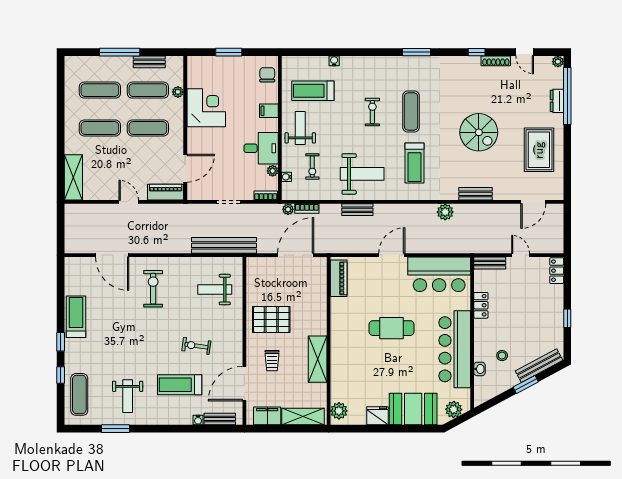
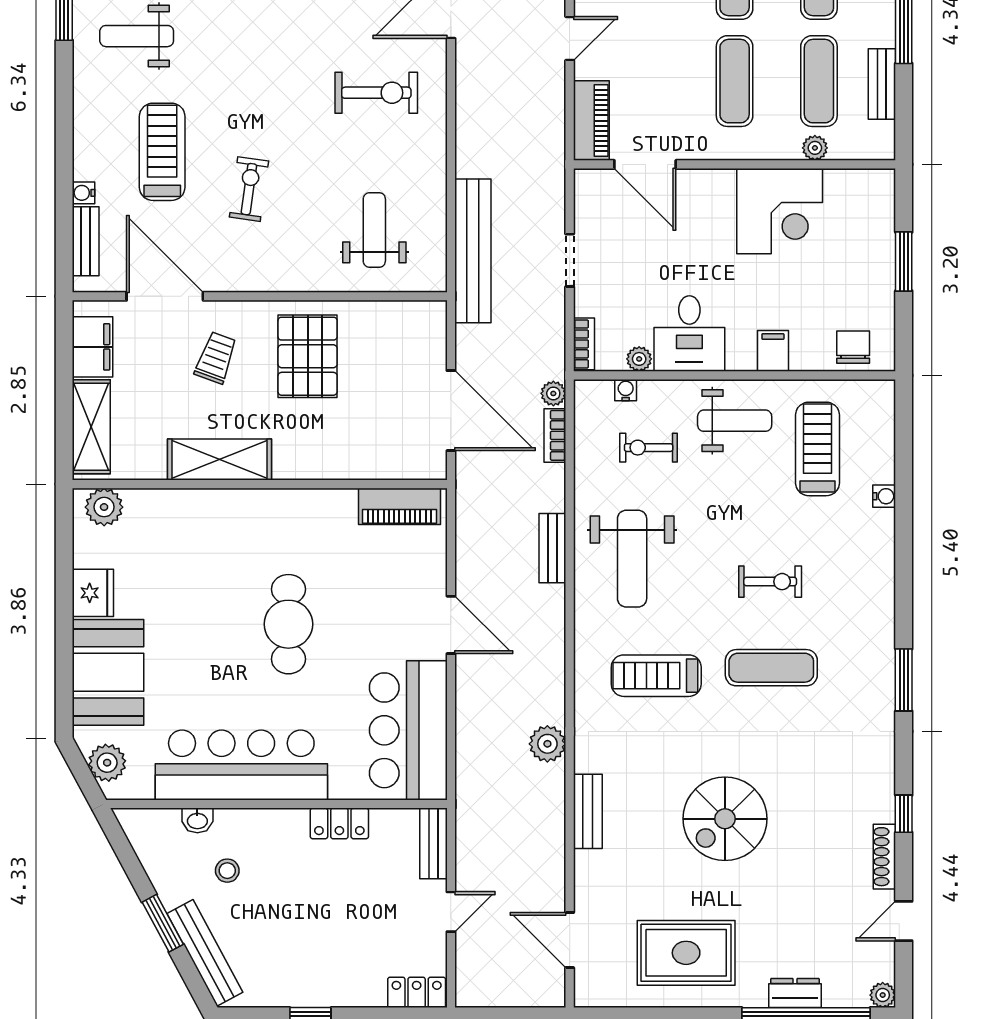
chair: (267, 75) -> (853, 347), turned -90
trolley: (272, 361) -> (216, 358), turned 110

